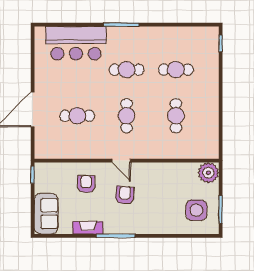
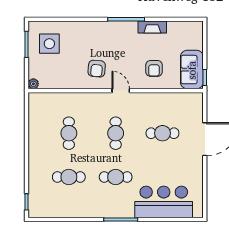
plant: (208, 173) -> (33, 84), width x0.53, depth x0.53
armchair: (125, 195) -> (97, 69), moved
sofa: (46, 214) -> (192, 70), moved

